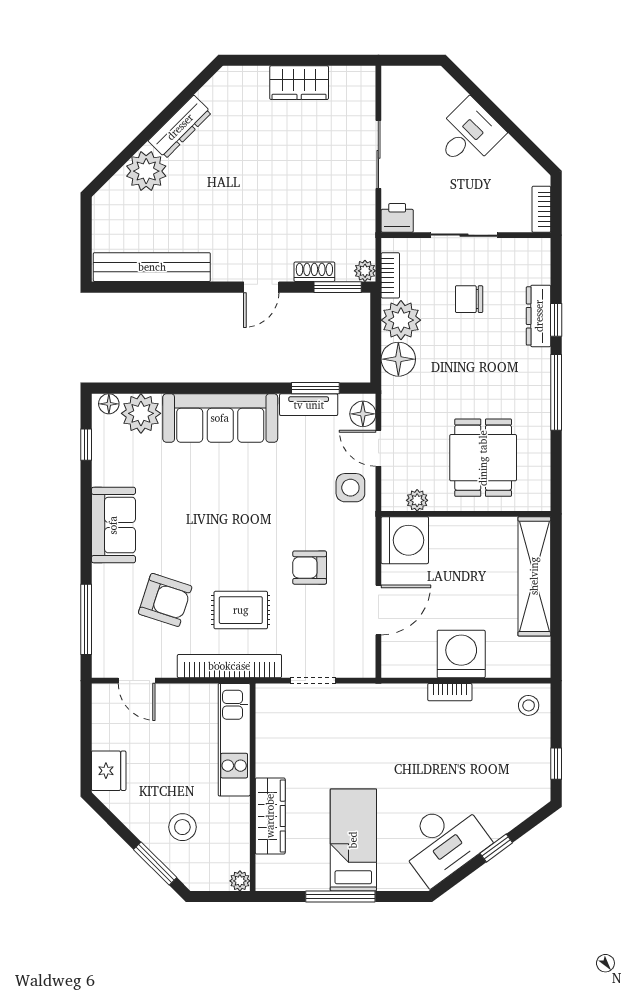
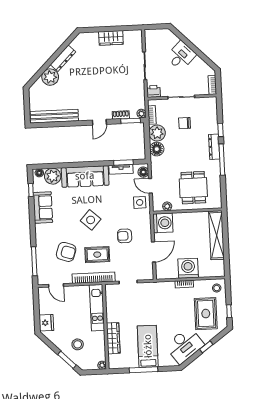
dresser: (539, 316) -> (214, 147), moved
sofa: (113, 525) -> (43, 207), moved
side table: (229, 525) -> (91, 220), added
rug: (499, 767) -> (206, 314), added

